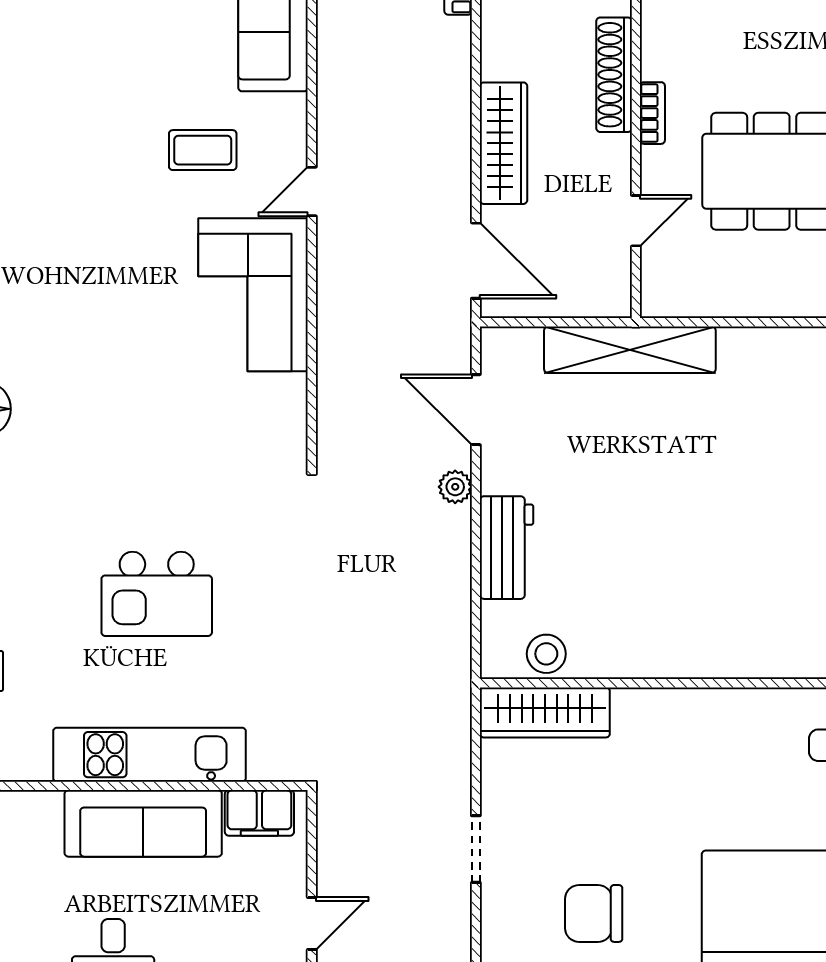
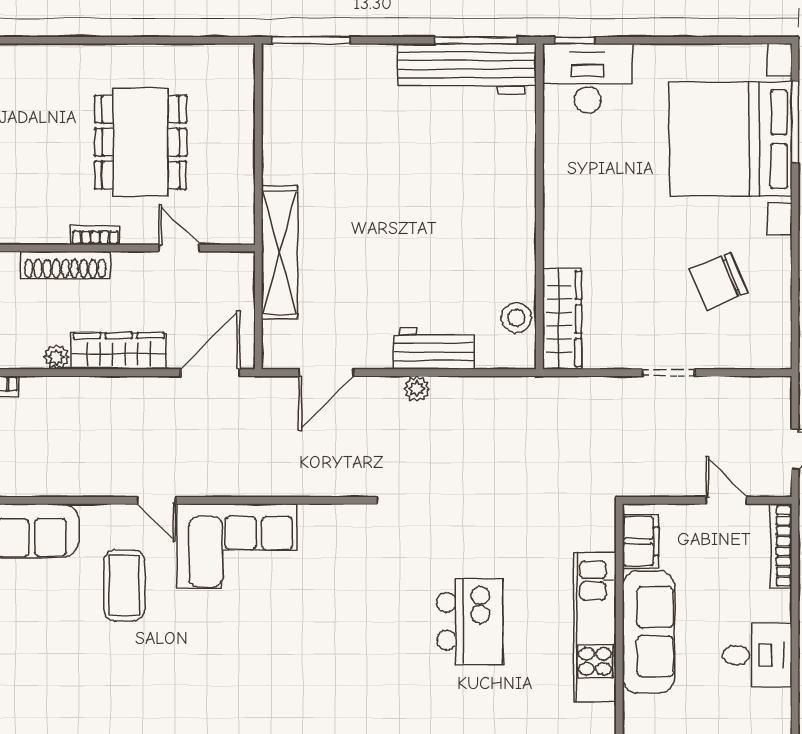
plant: (496, 63) -> (56, 357), added
coffee table: (203, 150) -> (124, 585), width x1.36, depth x1.30
plant: (455, 487) -> (417, 389), moved
chair: (594, 913) -> (719, 281), turned 67

